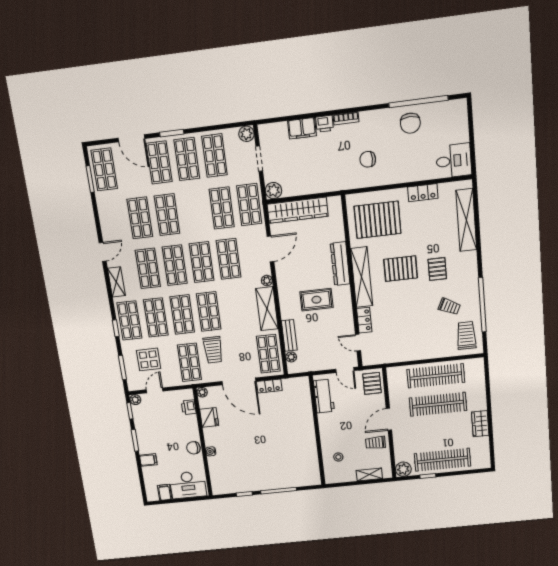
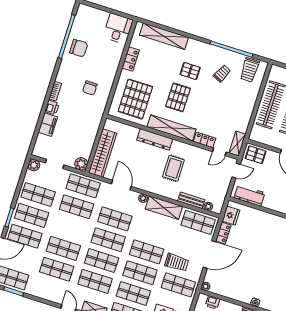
trolley: (466, 336) -> (250, 70), turned -90
shelving: (376, 358) -> (237, 144), added
fridge: (209, 417) -> (231, 216), moved, turned 90

